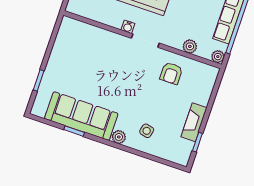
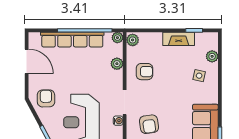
armchair: (113, 59) -> (149, 124), added
plant: (210, 72) -> (133, 40), added
plant: (119, 137) -> (212, 56), moved

